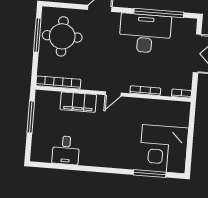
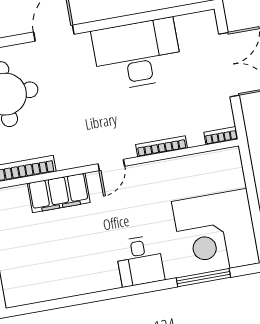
window: (159, 13) -> (151, 16), removed
desk: (66, 150) -> (140, 261), moved

